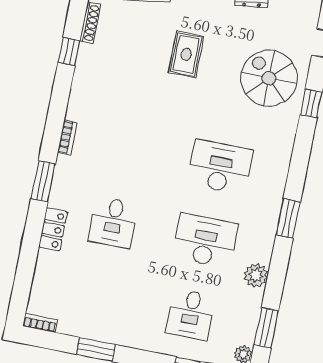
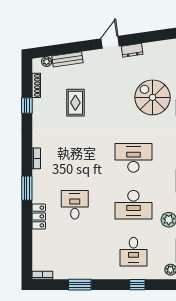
rug: (186, 54) -> (75, 103), moved
desk: (113, 222) -> (75, 205), turned 180
desk: (205, 241) -> (133, 205), turned 180

